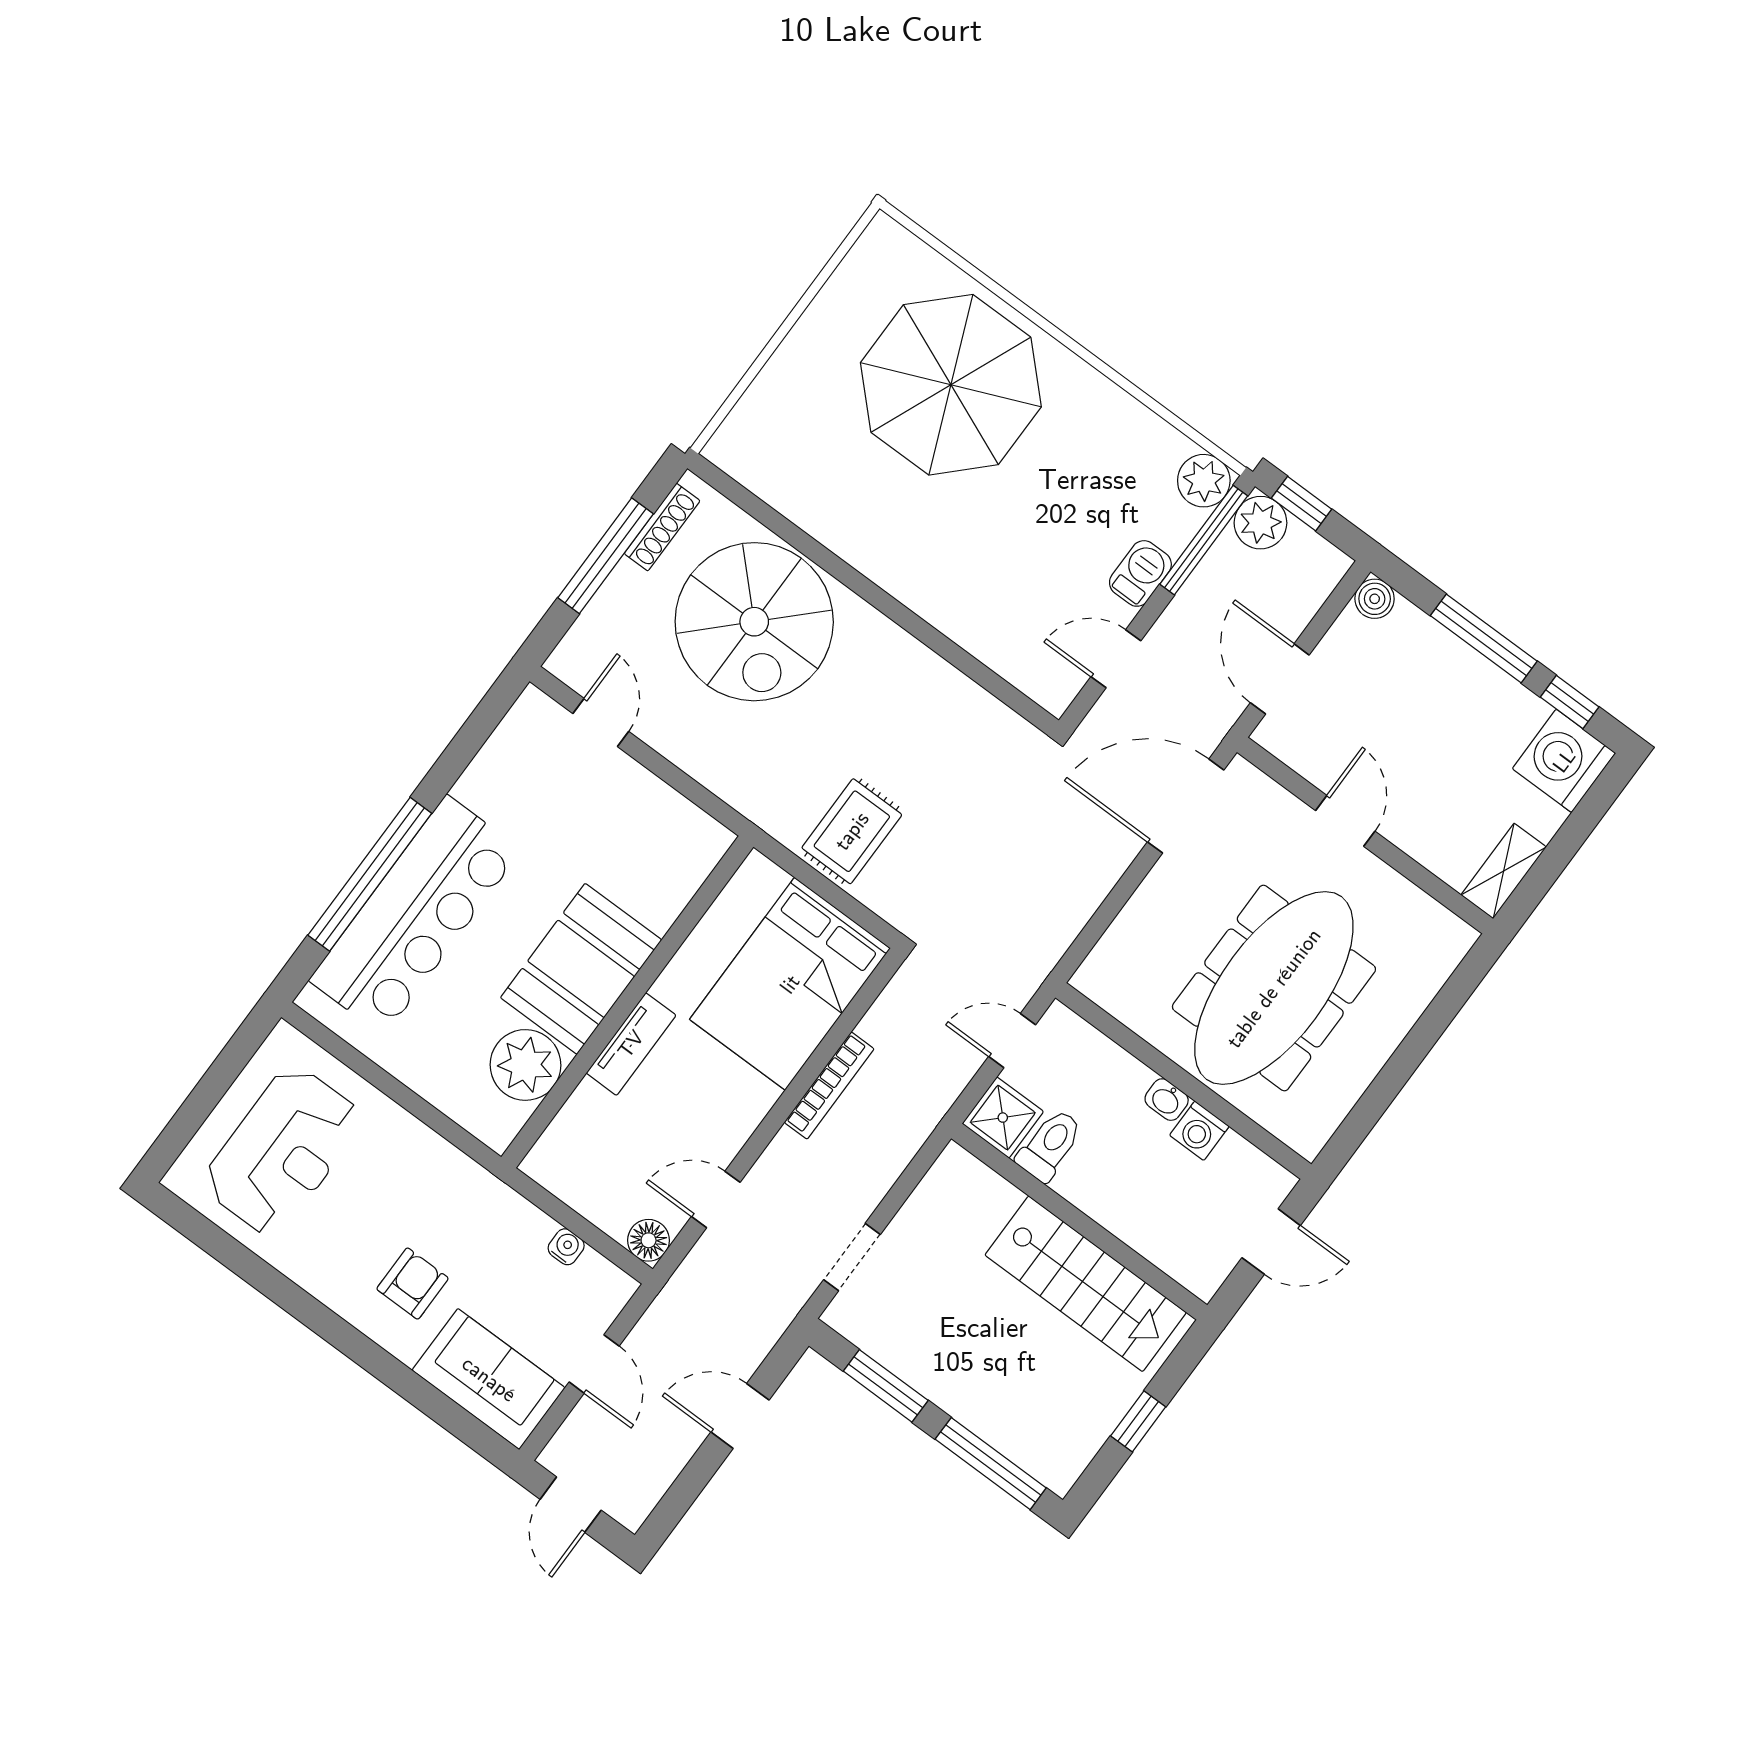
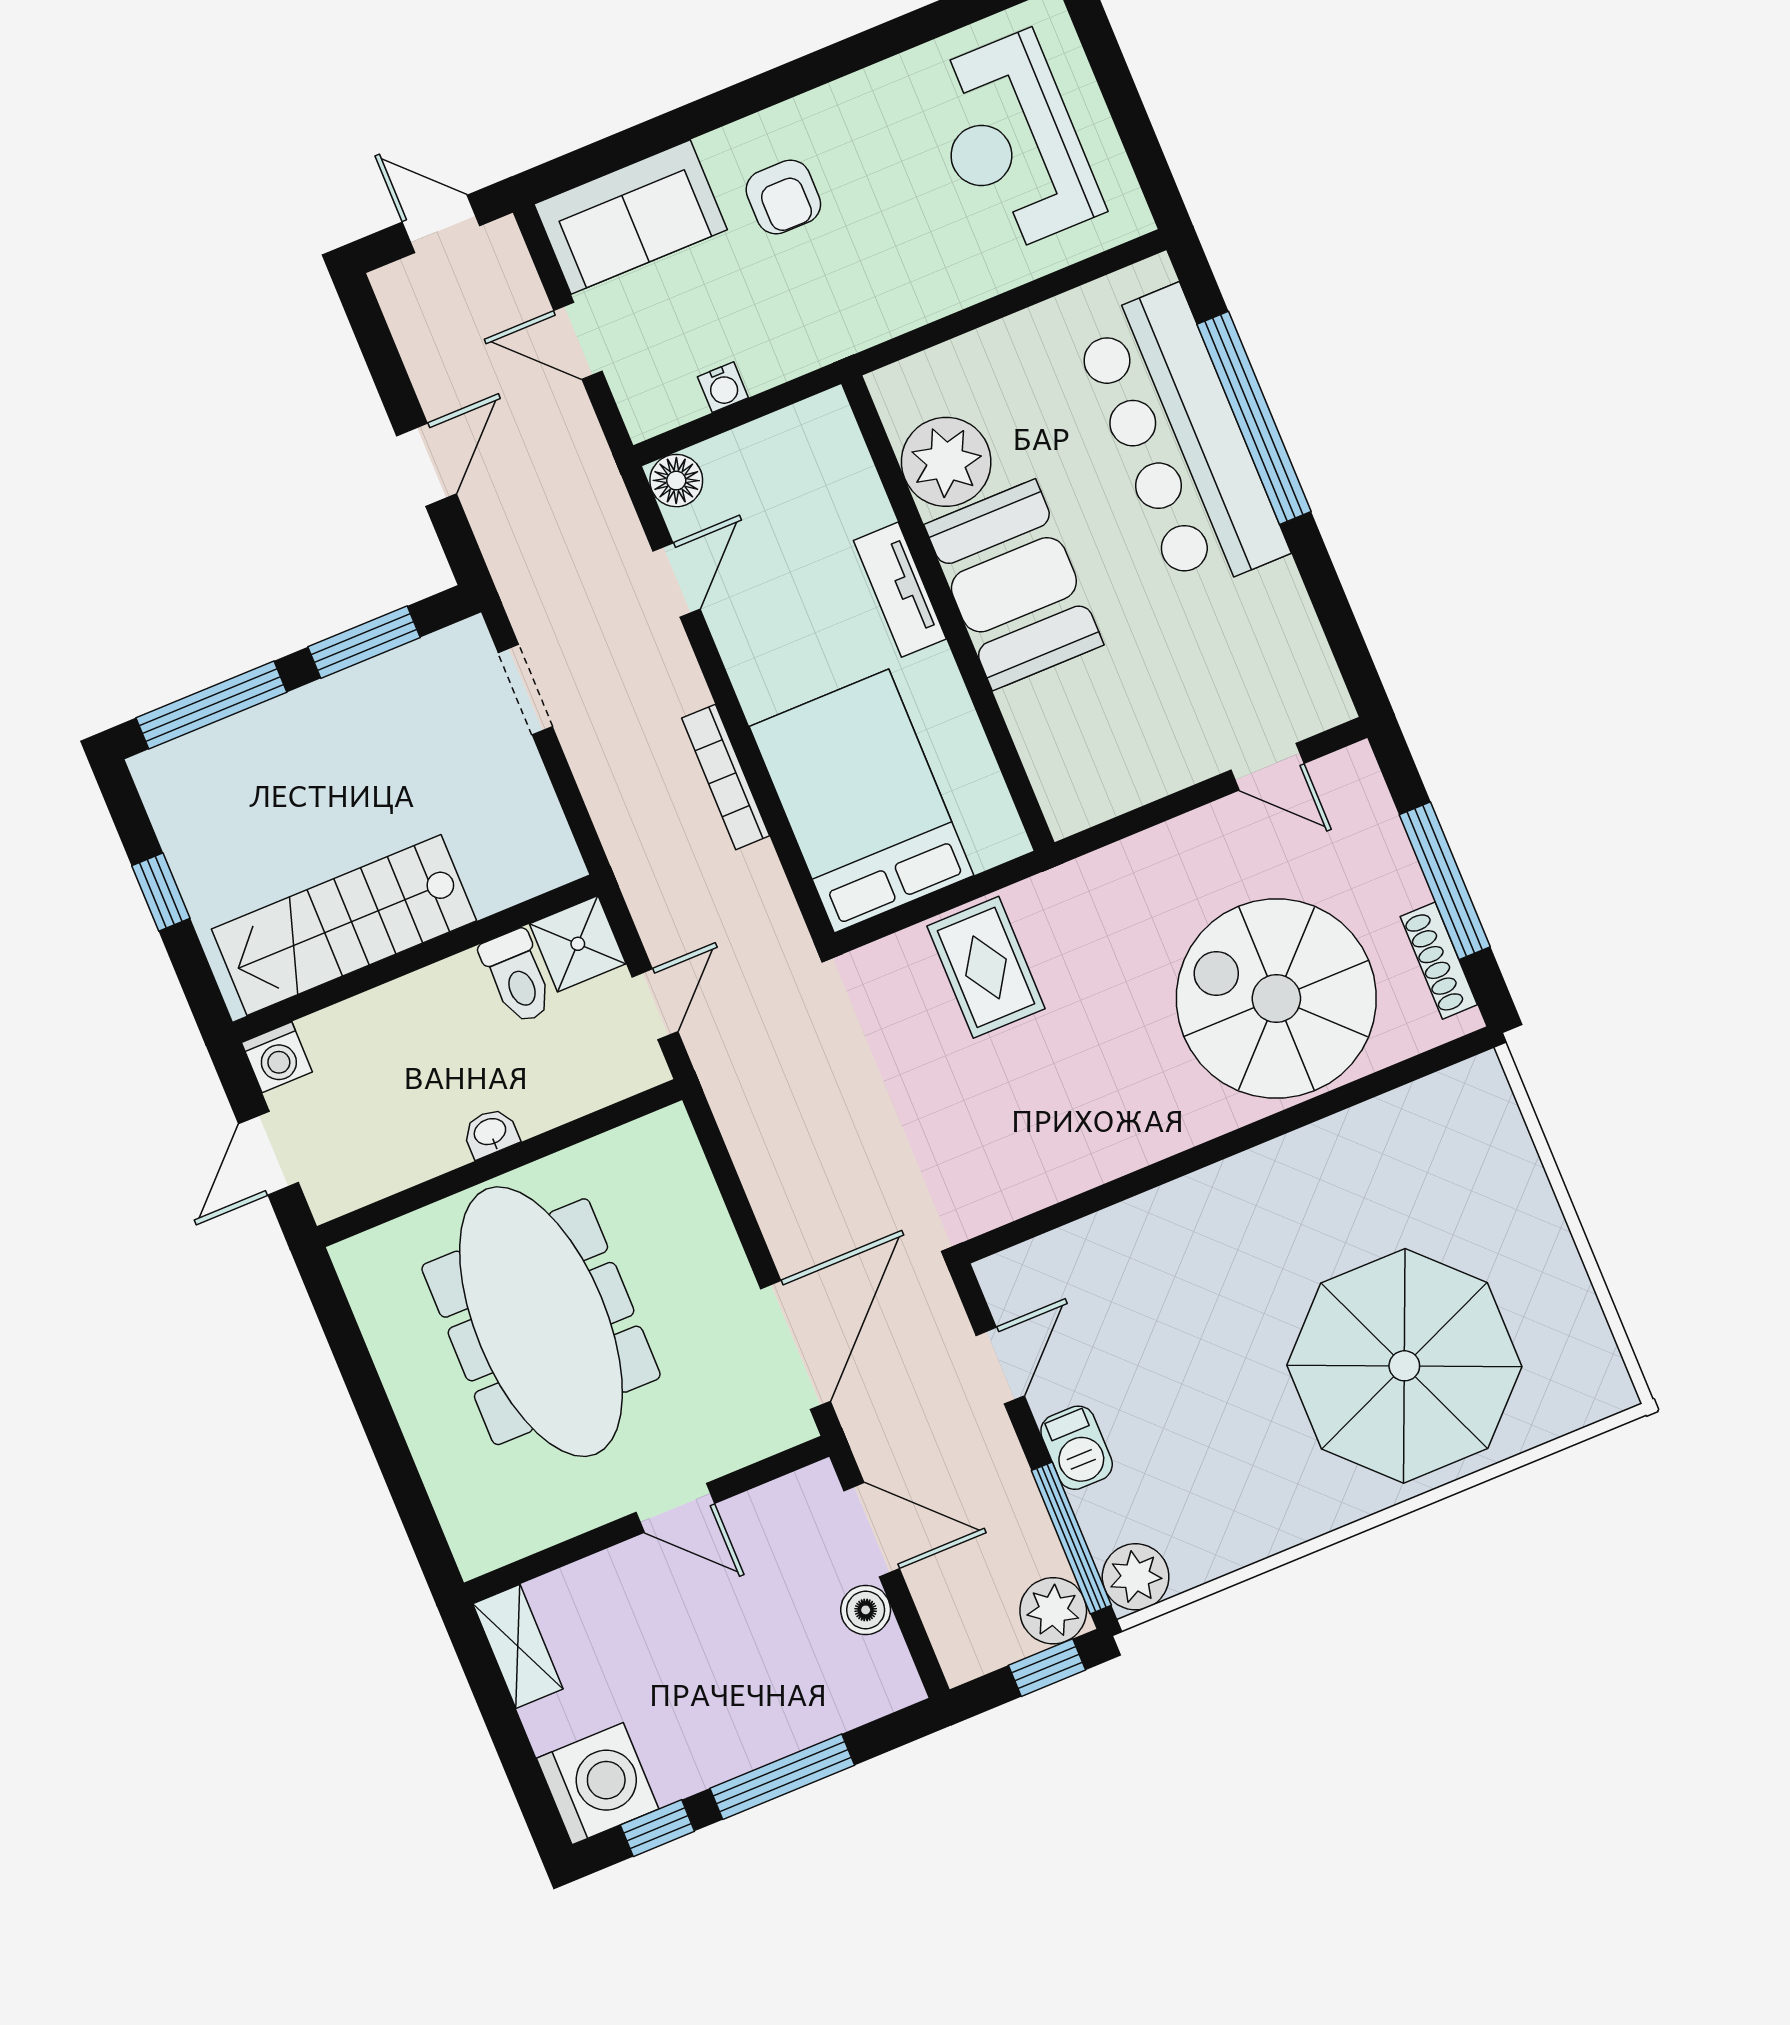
boiler: (1375, 599) -> (866, 1610), moved
washing machine: (1199, 1131) -> (277, 1057), moved, turned 180

